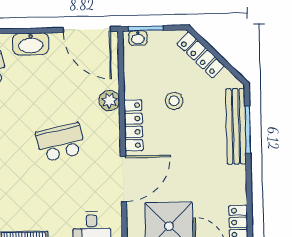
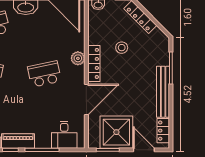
plant: (109, 101) -> (78, 58), moved
bench: (236, 126) -> (163, 92), moved

